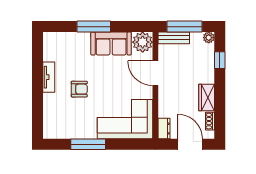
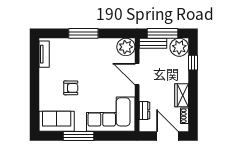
plant: (209, 38) -> (179, 47), width x1.87, depth x1.87
sofa: (111, 44) -> (57, 121), moved, turned 180
tv unit: (49, 77) -> (44, 54), moved
dresser: (164, 129) -> (145, 111), moved

